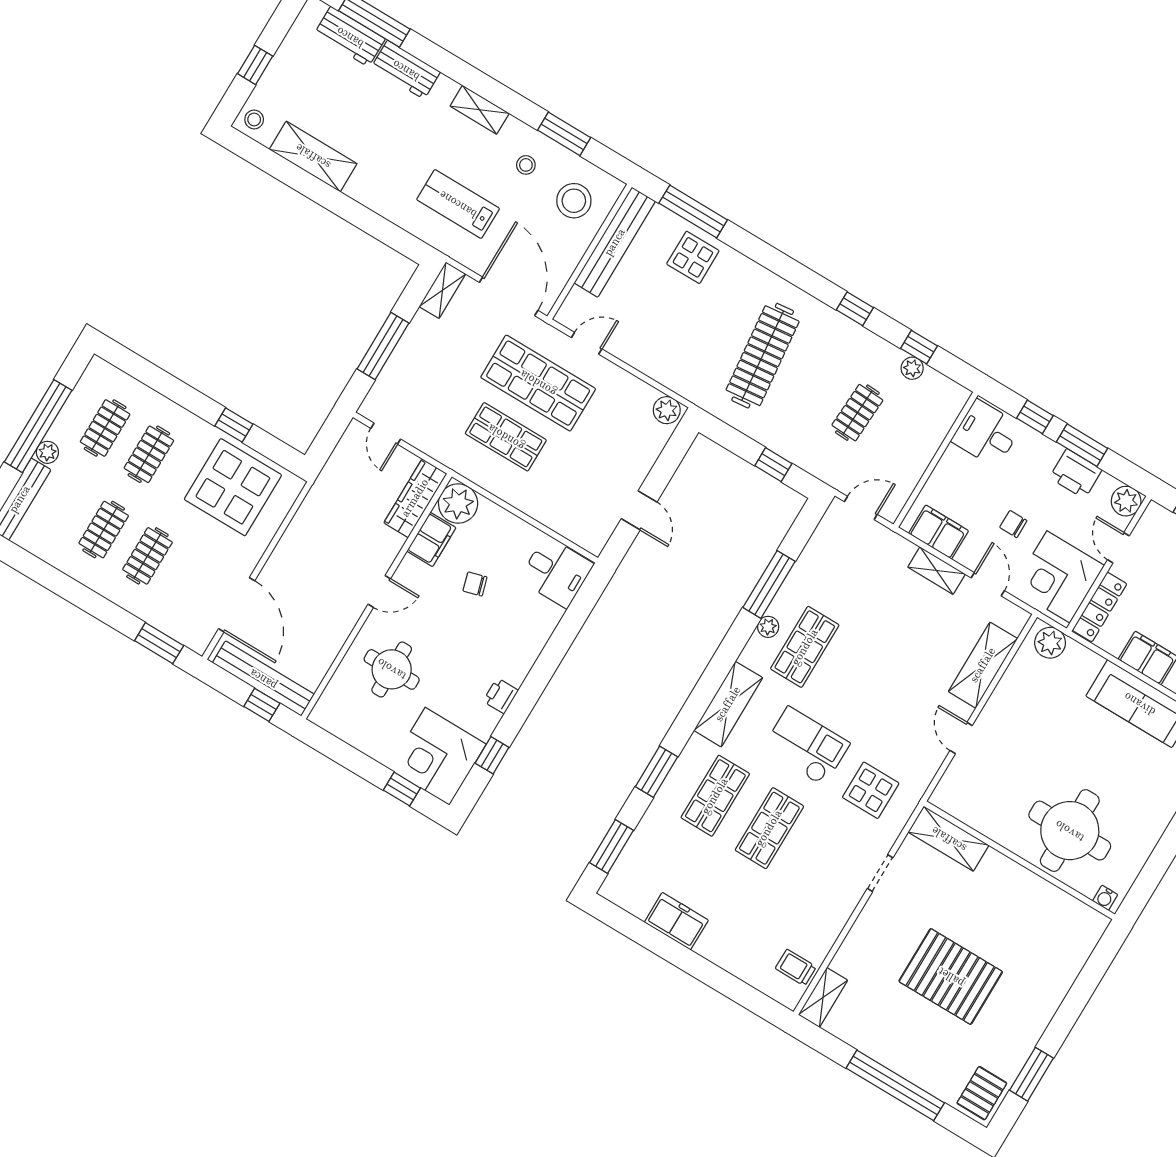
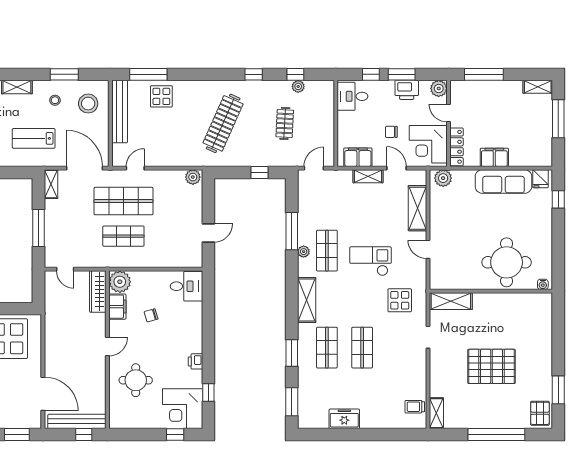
clothes rail: (763, 356) -> (223, 123), turned 30
door: (639, 510) -> (208, 233), hinge flipped
checkout: (806, 746) -> (370, 261), moved

